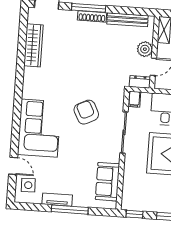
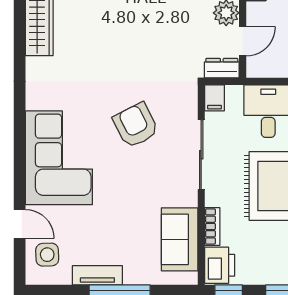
bookcase: (127, 175) -> (212, 226), added
printer: (130, 199) -> (220, 265), added

